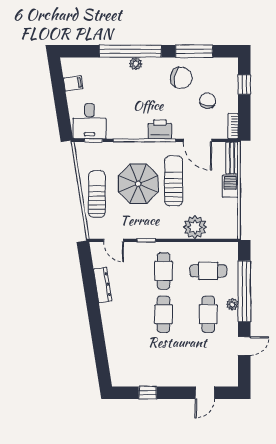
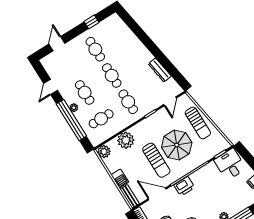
plant: (229, 230) -> (104, 152), added
door: (114, 240) -> (170, 101), swing flipped
cafe table: (163, 358) -> (95, 49), added

